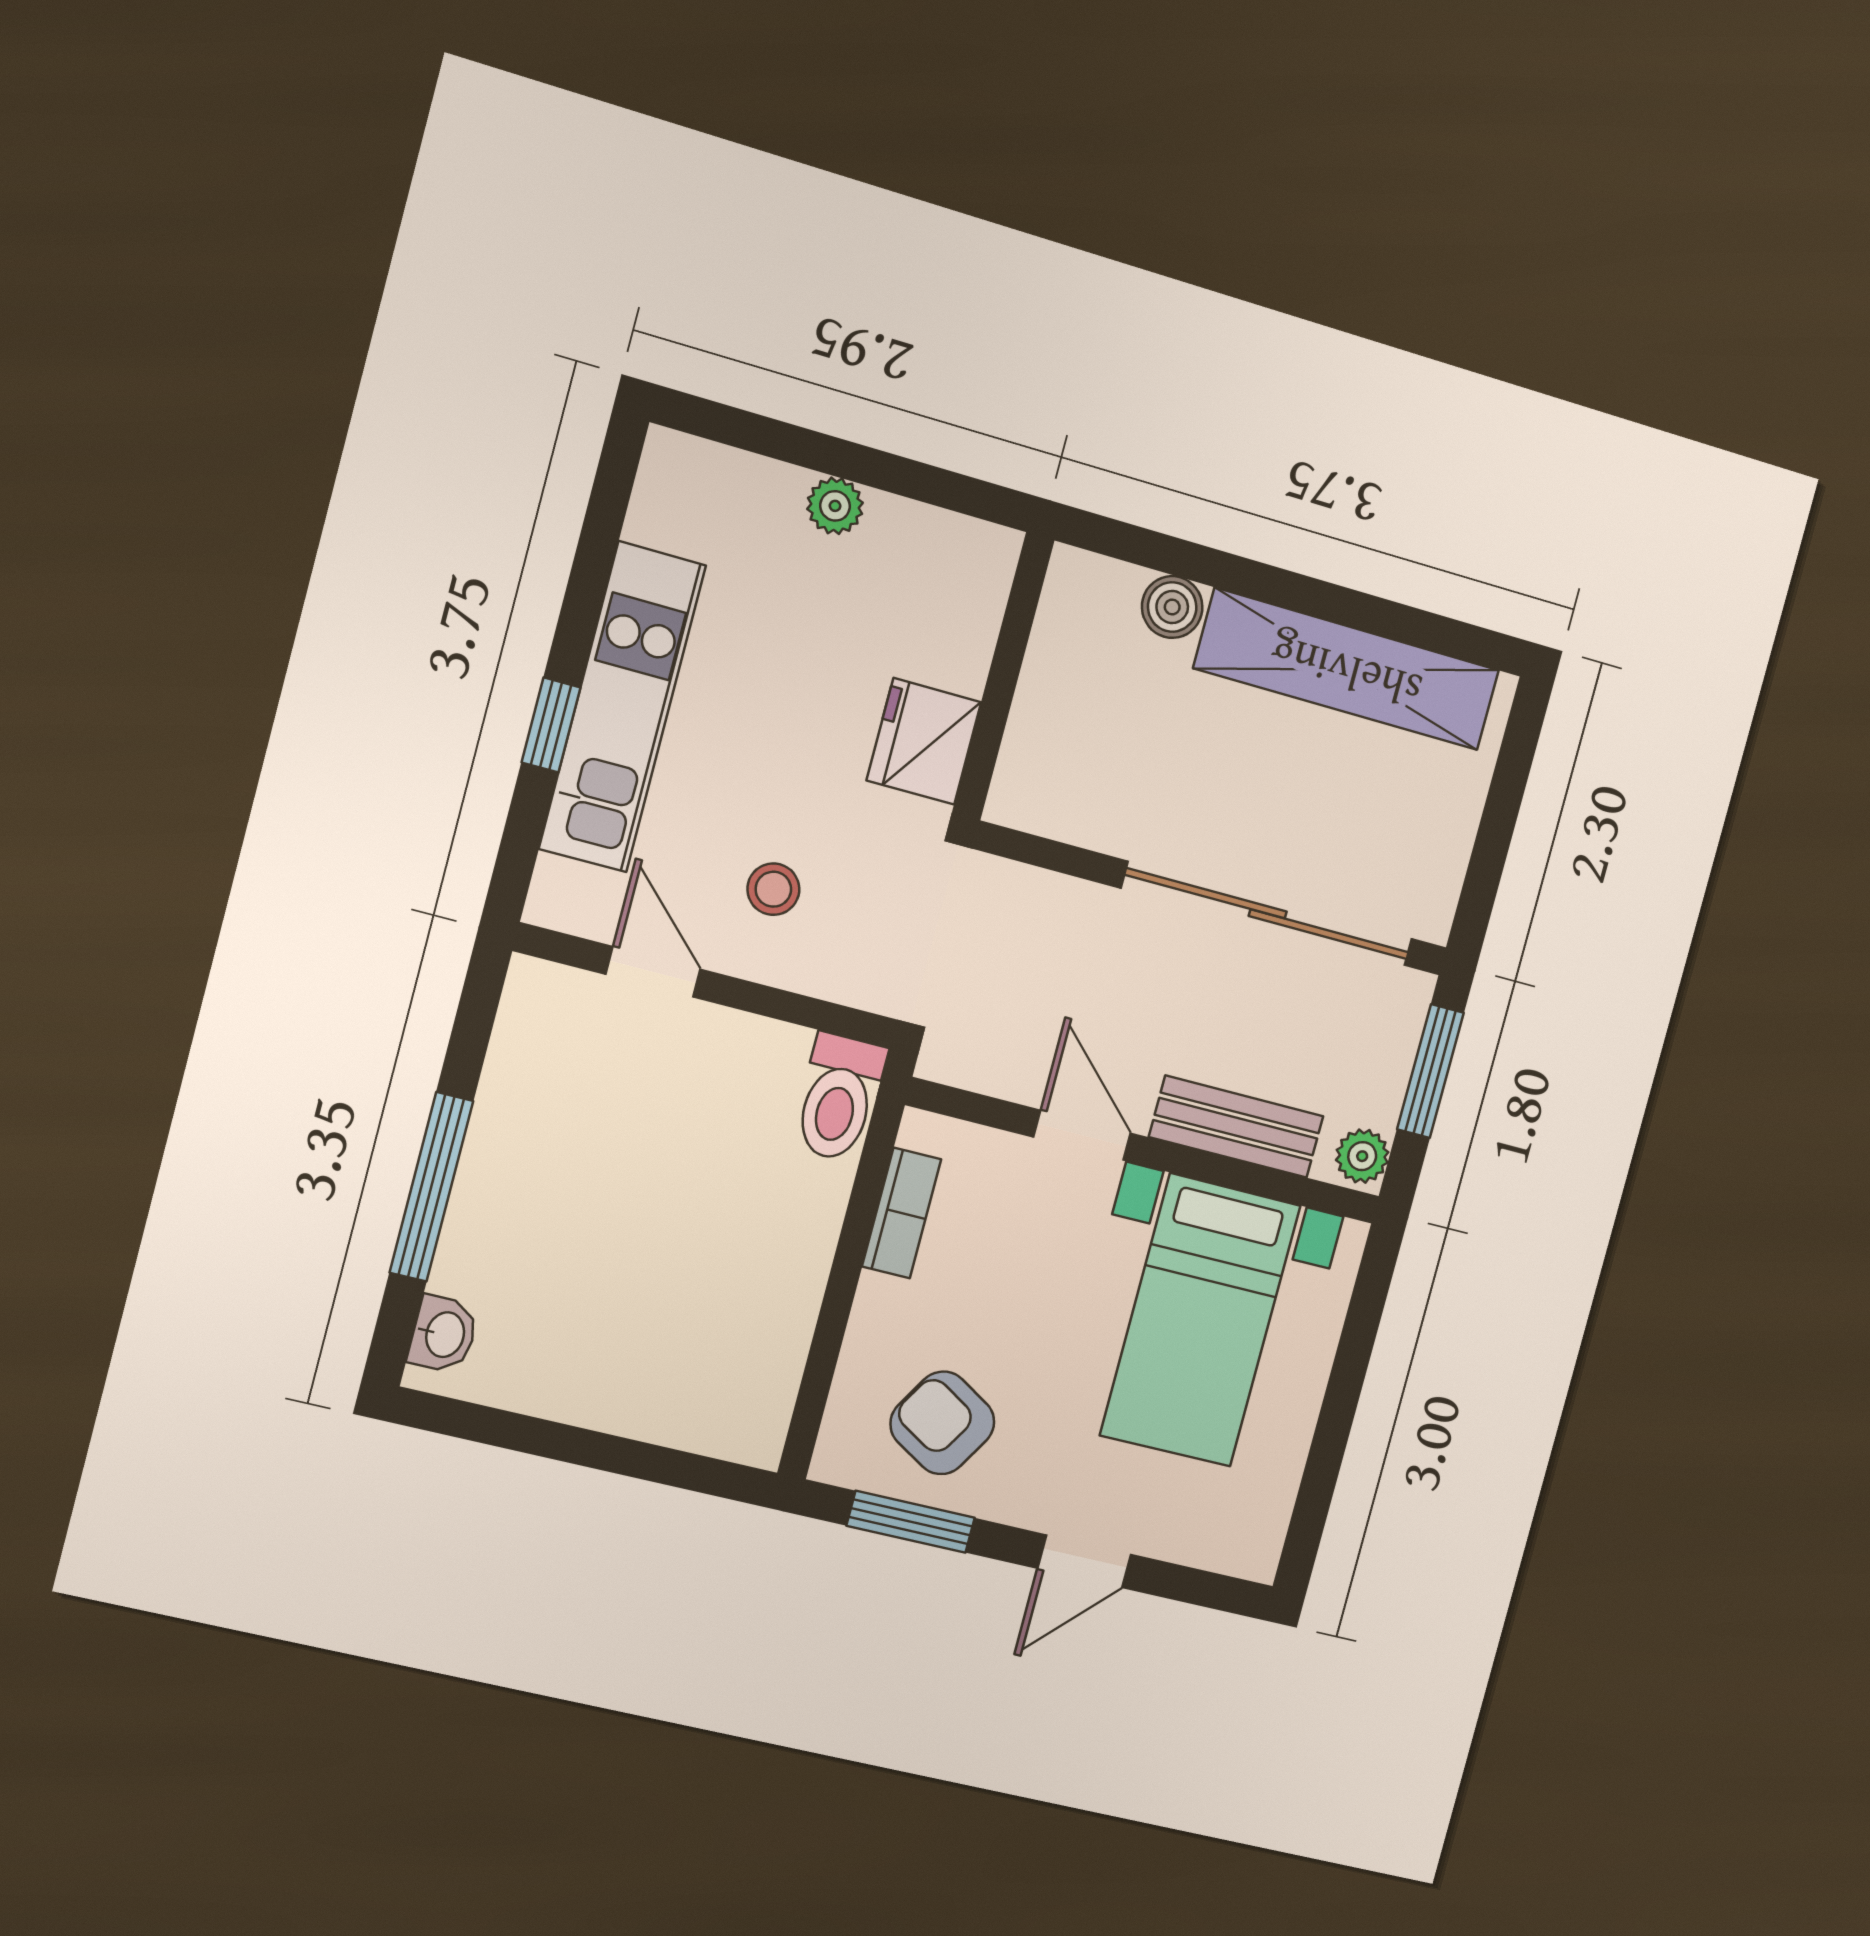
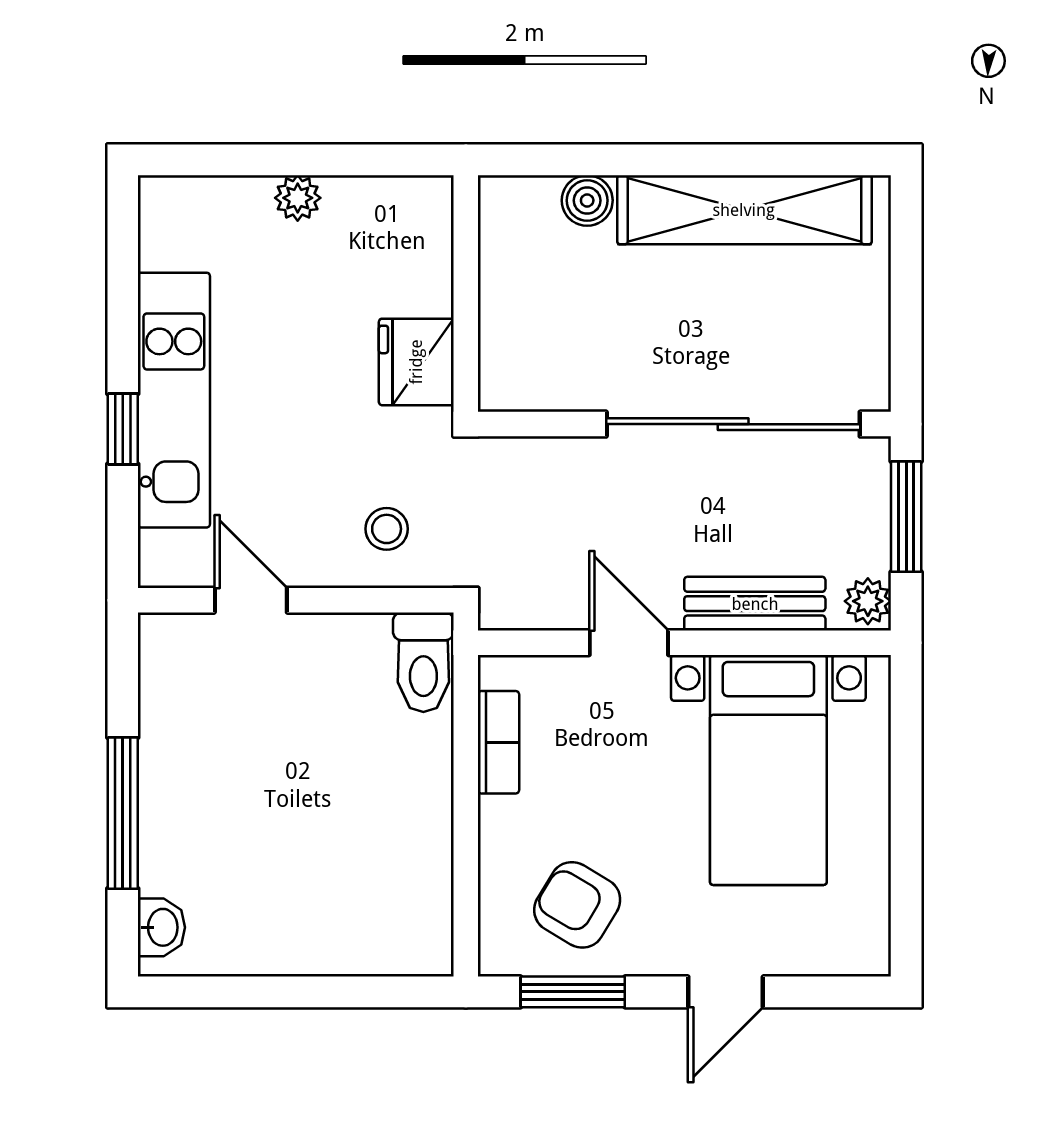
stool: (773, 889) -> (387, 529), moved

